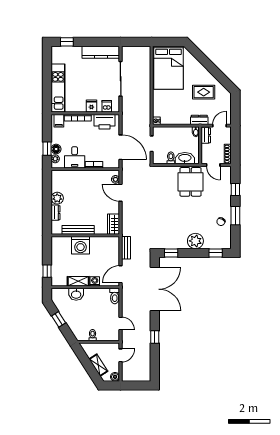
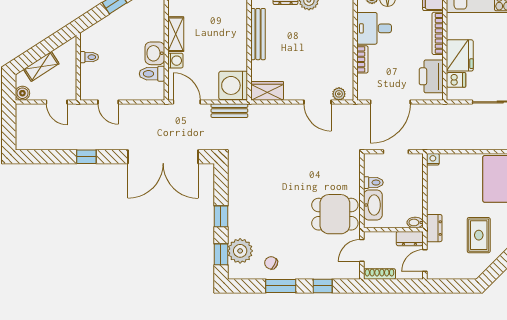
fridge: (91, 106) -> (460, 55), width x1.88, depth x1.34
door: (220, 126) -> (425, 261), swing flipped
door: (121, 193) -> (318, 102), swing flipped
plant: (195, 241) -> (240, 251), moved
washing machine: (81, 245) -> (233, 85), moved
window: (171, 253) -> (221, 216), moved
washbasin: (76, 294) -> (155, 53), moved
toilet: (115, 296) -> (152, 74), moved
door: (121, 323) -> (108, 102), hinge flipped

